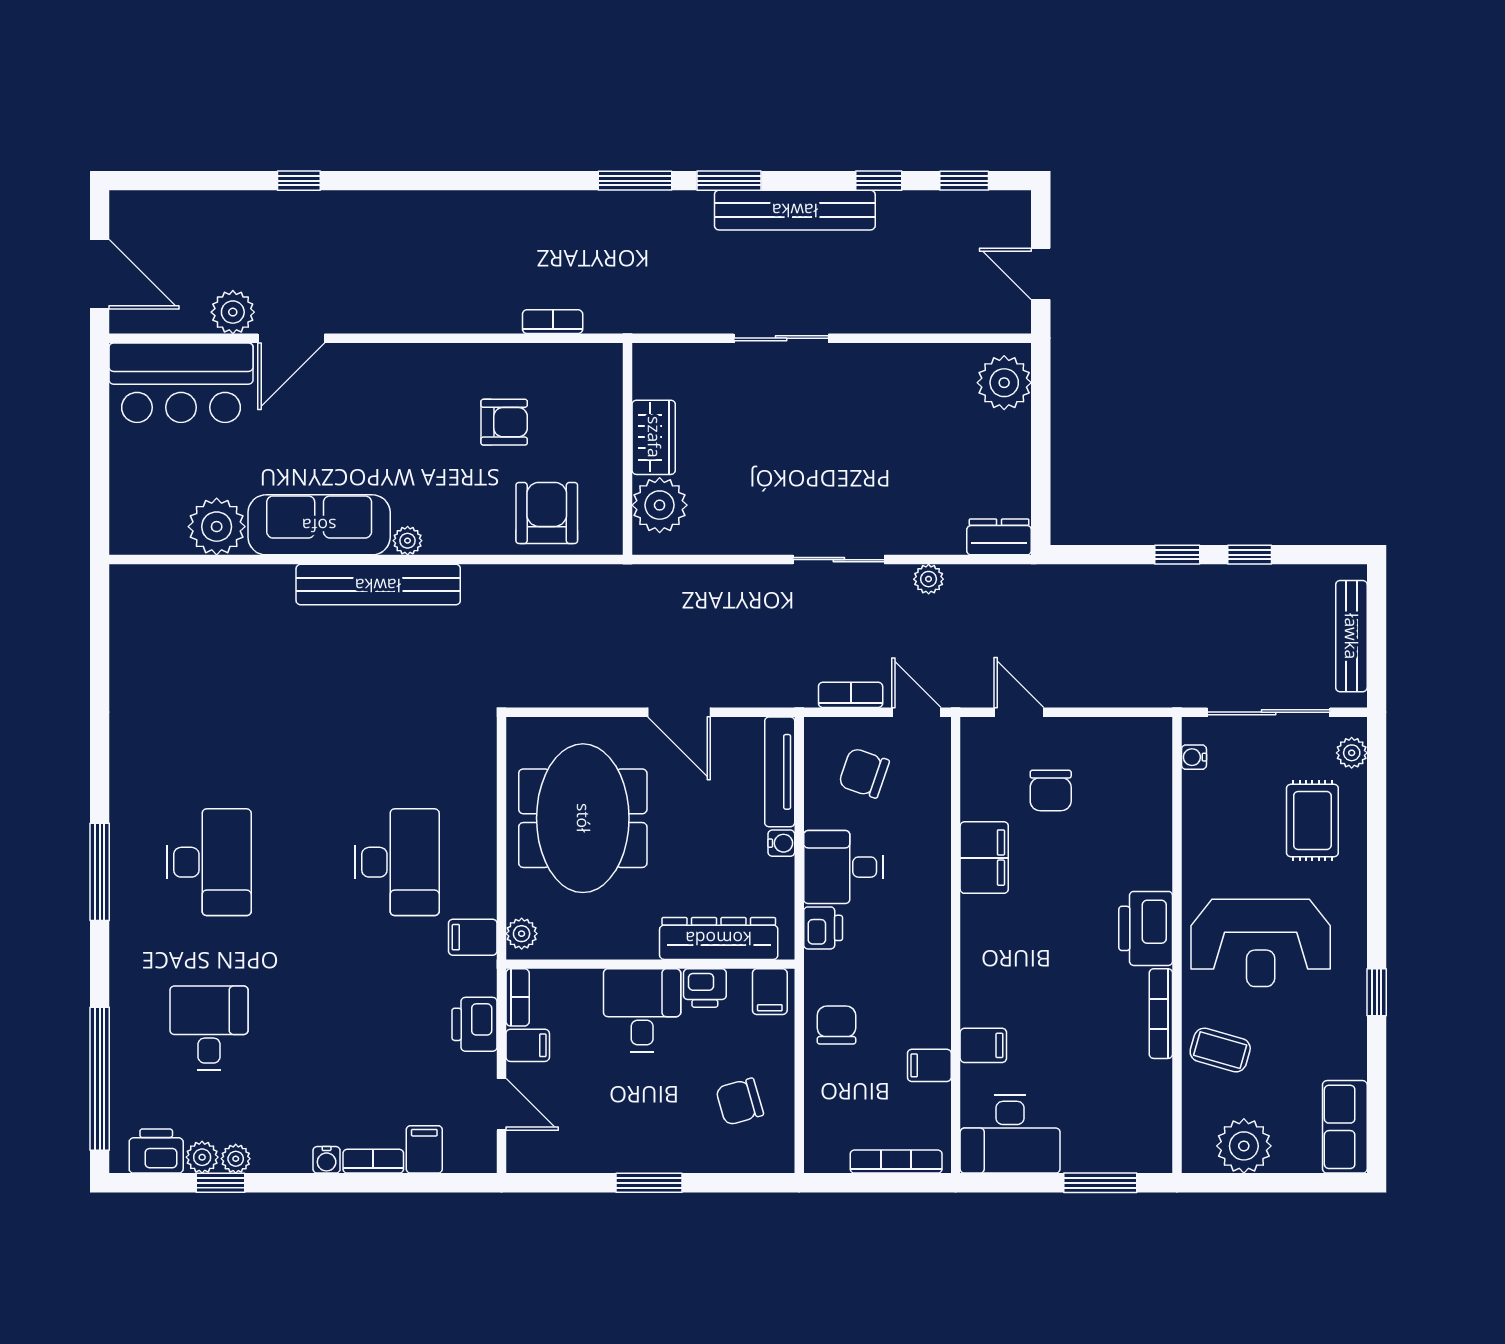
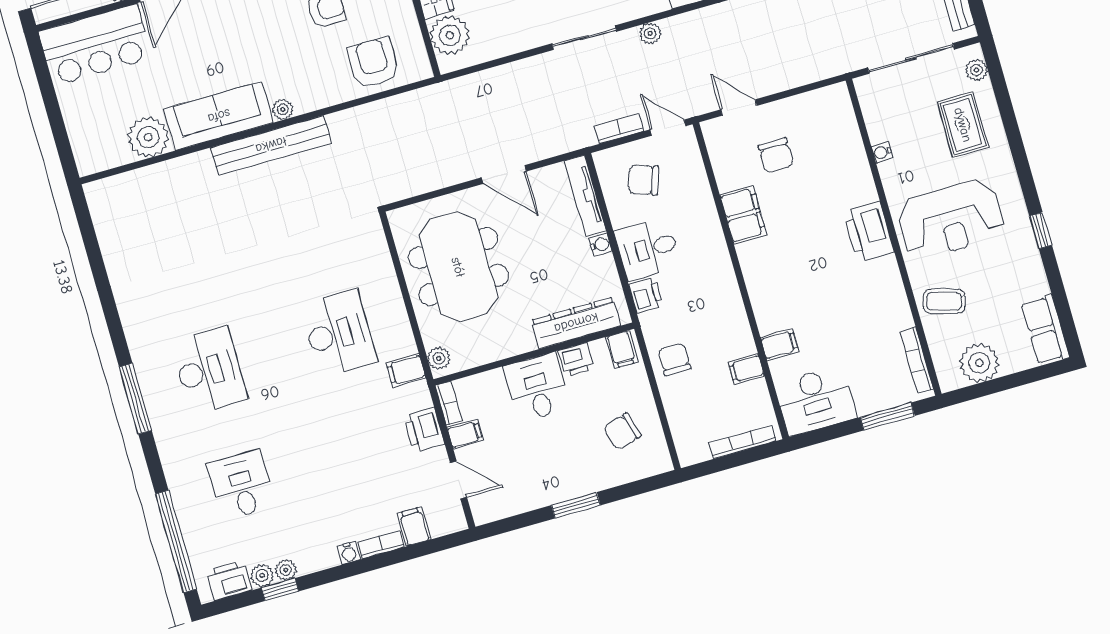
water cooler: (1194, 757) -> (882, 152), moved
bookcase: (1161, 1014) -> (917, 360), moved

